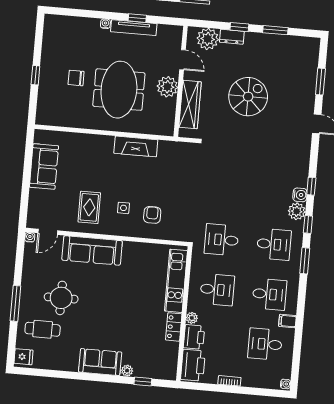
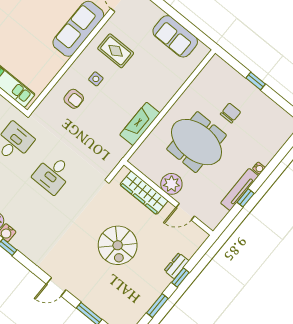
plant: (208, 39) -> (188, 244), removed
desk: (226, 190) -> (53, 174), added

